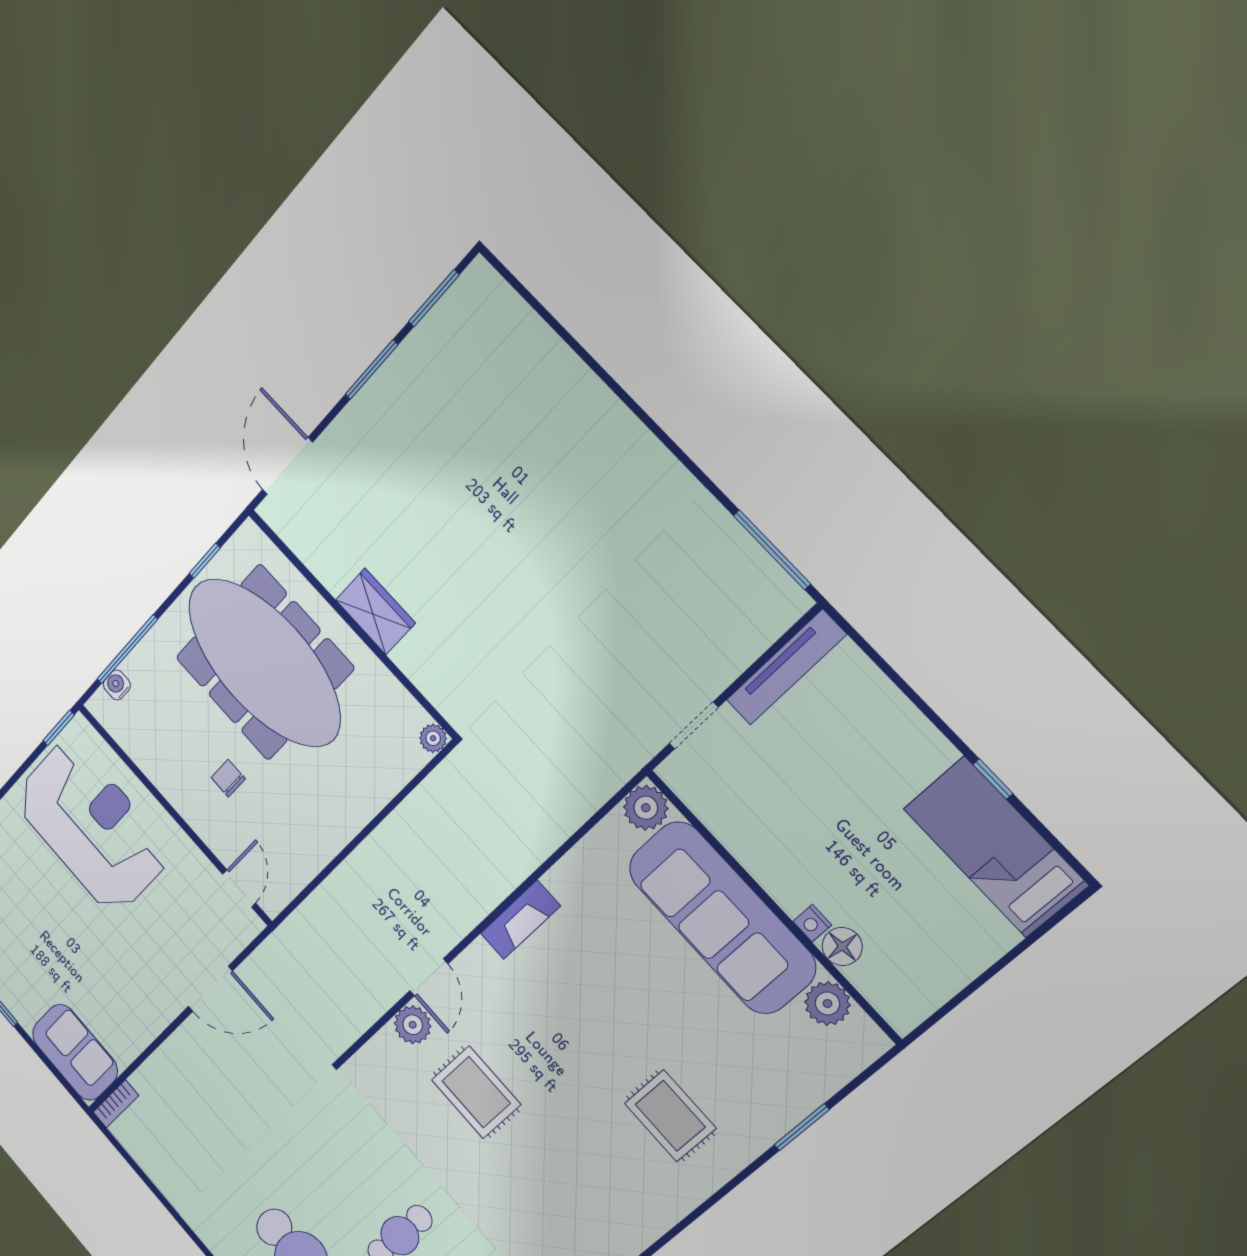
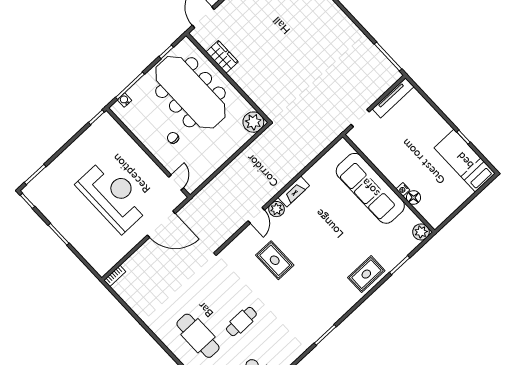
wardrobe: (375, 611) -> (222, 57), moved
plant: (433, 738) -> (253, 122), width x1.87, depth x1.87
plant: (646, 808) -> (342, 148), removed
reception desk: (92, 826) -> (113, 196), moved
door: (210, 989) -> (161, 224), width x1.36
plant: (827, 1004) -> (421, 232), moved
plant: (413, 1025) -> (277, 209), moved
sofa: (75, 1052) -> (96, 255), removed
rug: (670, 1116) -> (366, 274), moved, turned 90

